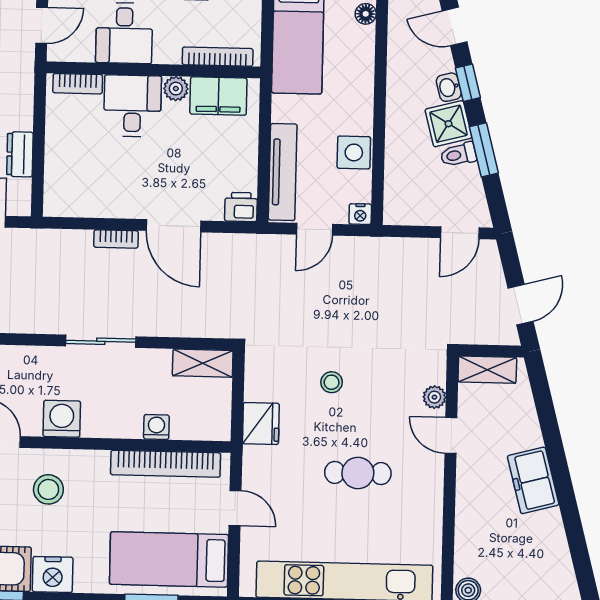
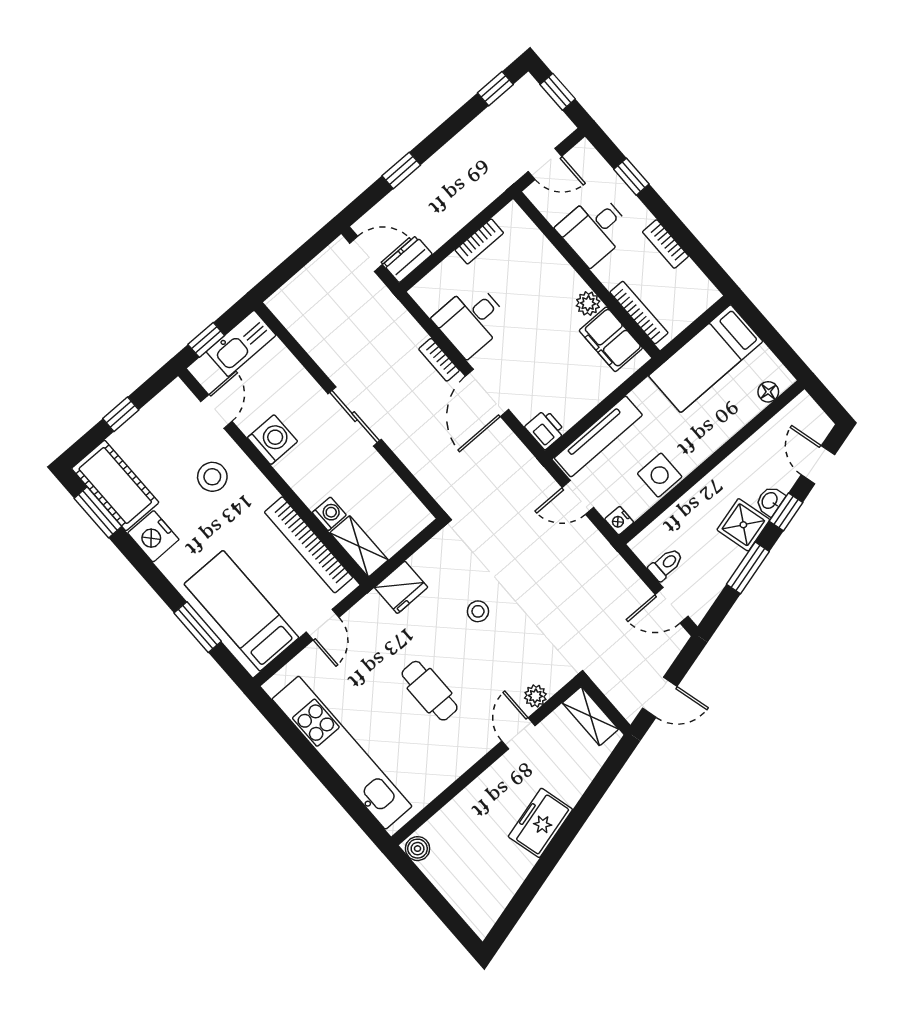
bookcase: (78, 84) -> (479, 241), moved, turned -90
desk: (132, 106) -> (471, 320), moved, turned 180
dresser: (20, 154) -> (408, 259), moved
toilet: (458, 155) -> (666, 564), moved, turned 105
shelving: (203, 363) -> (359, 546), moved

